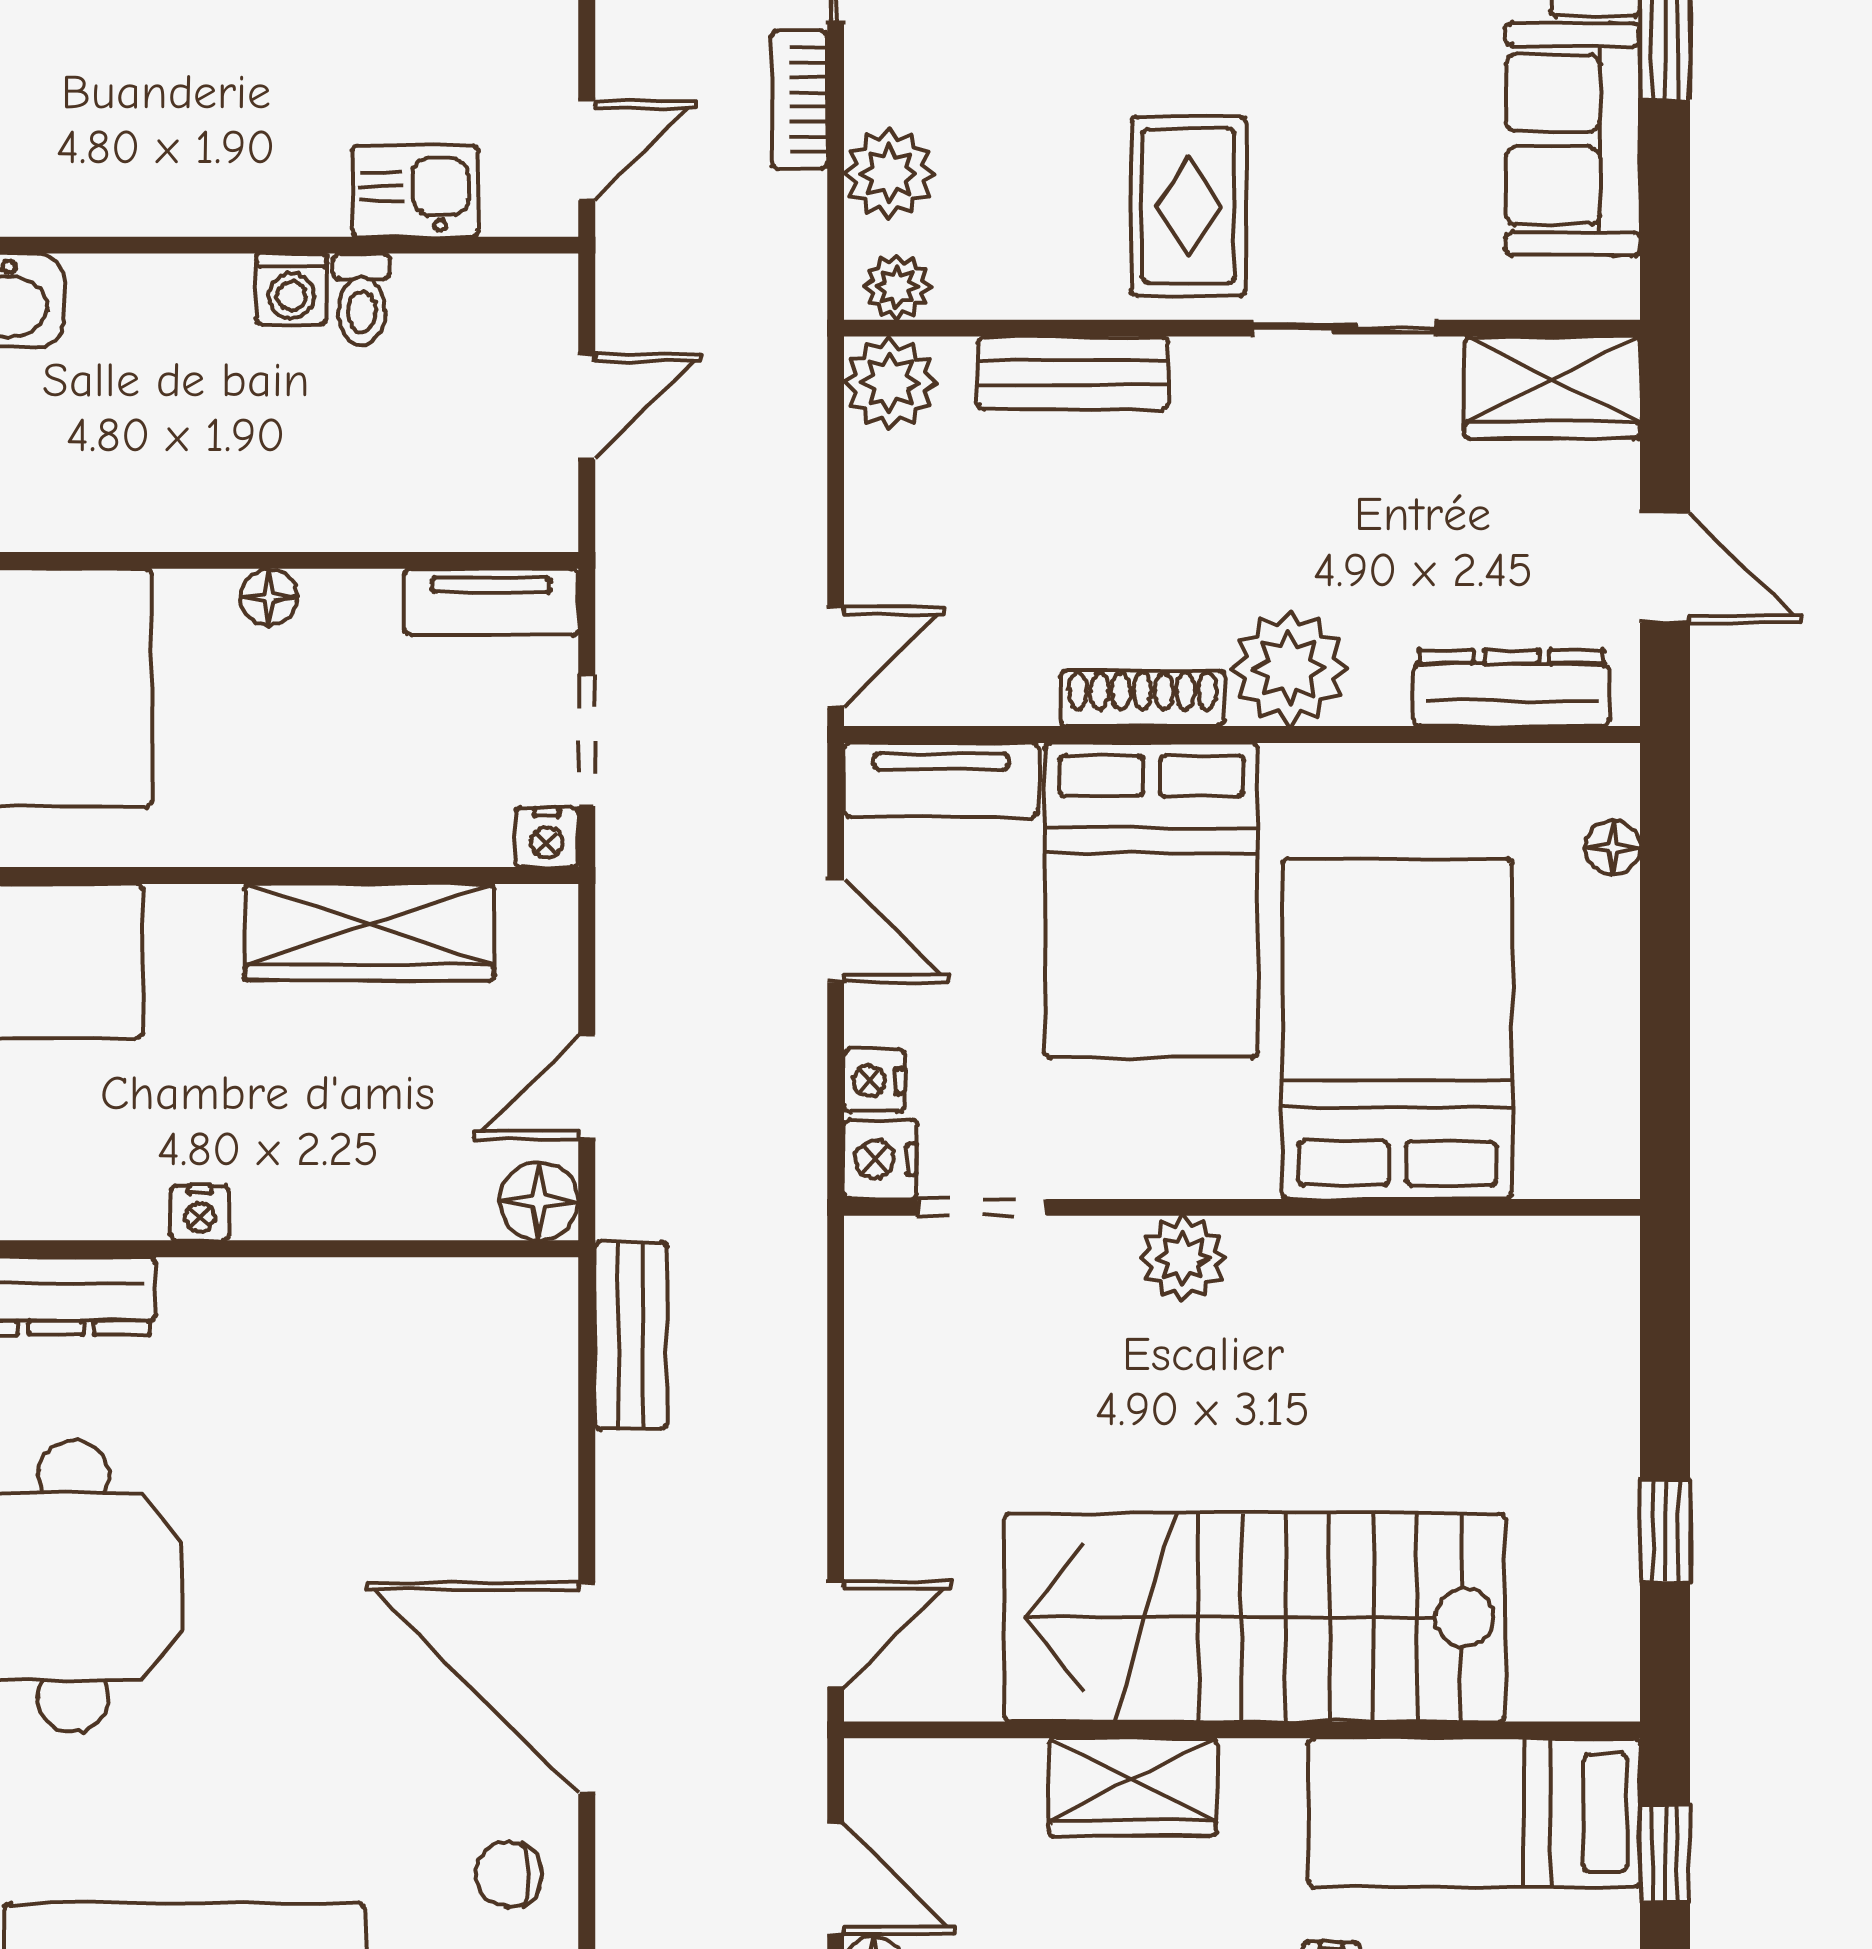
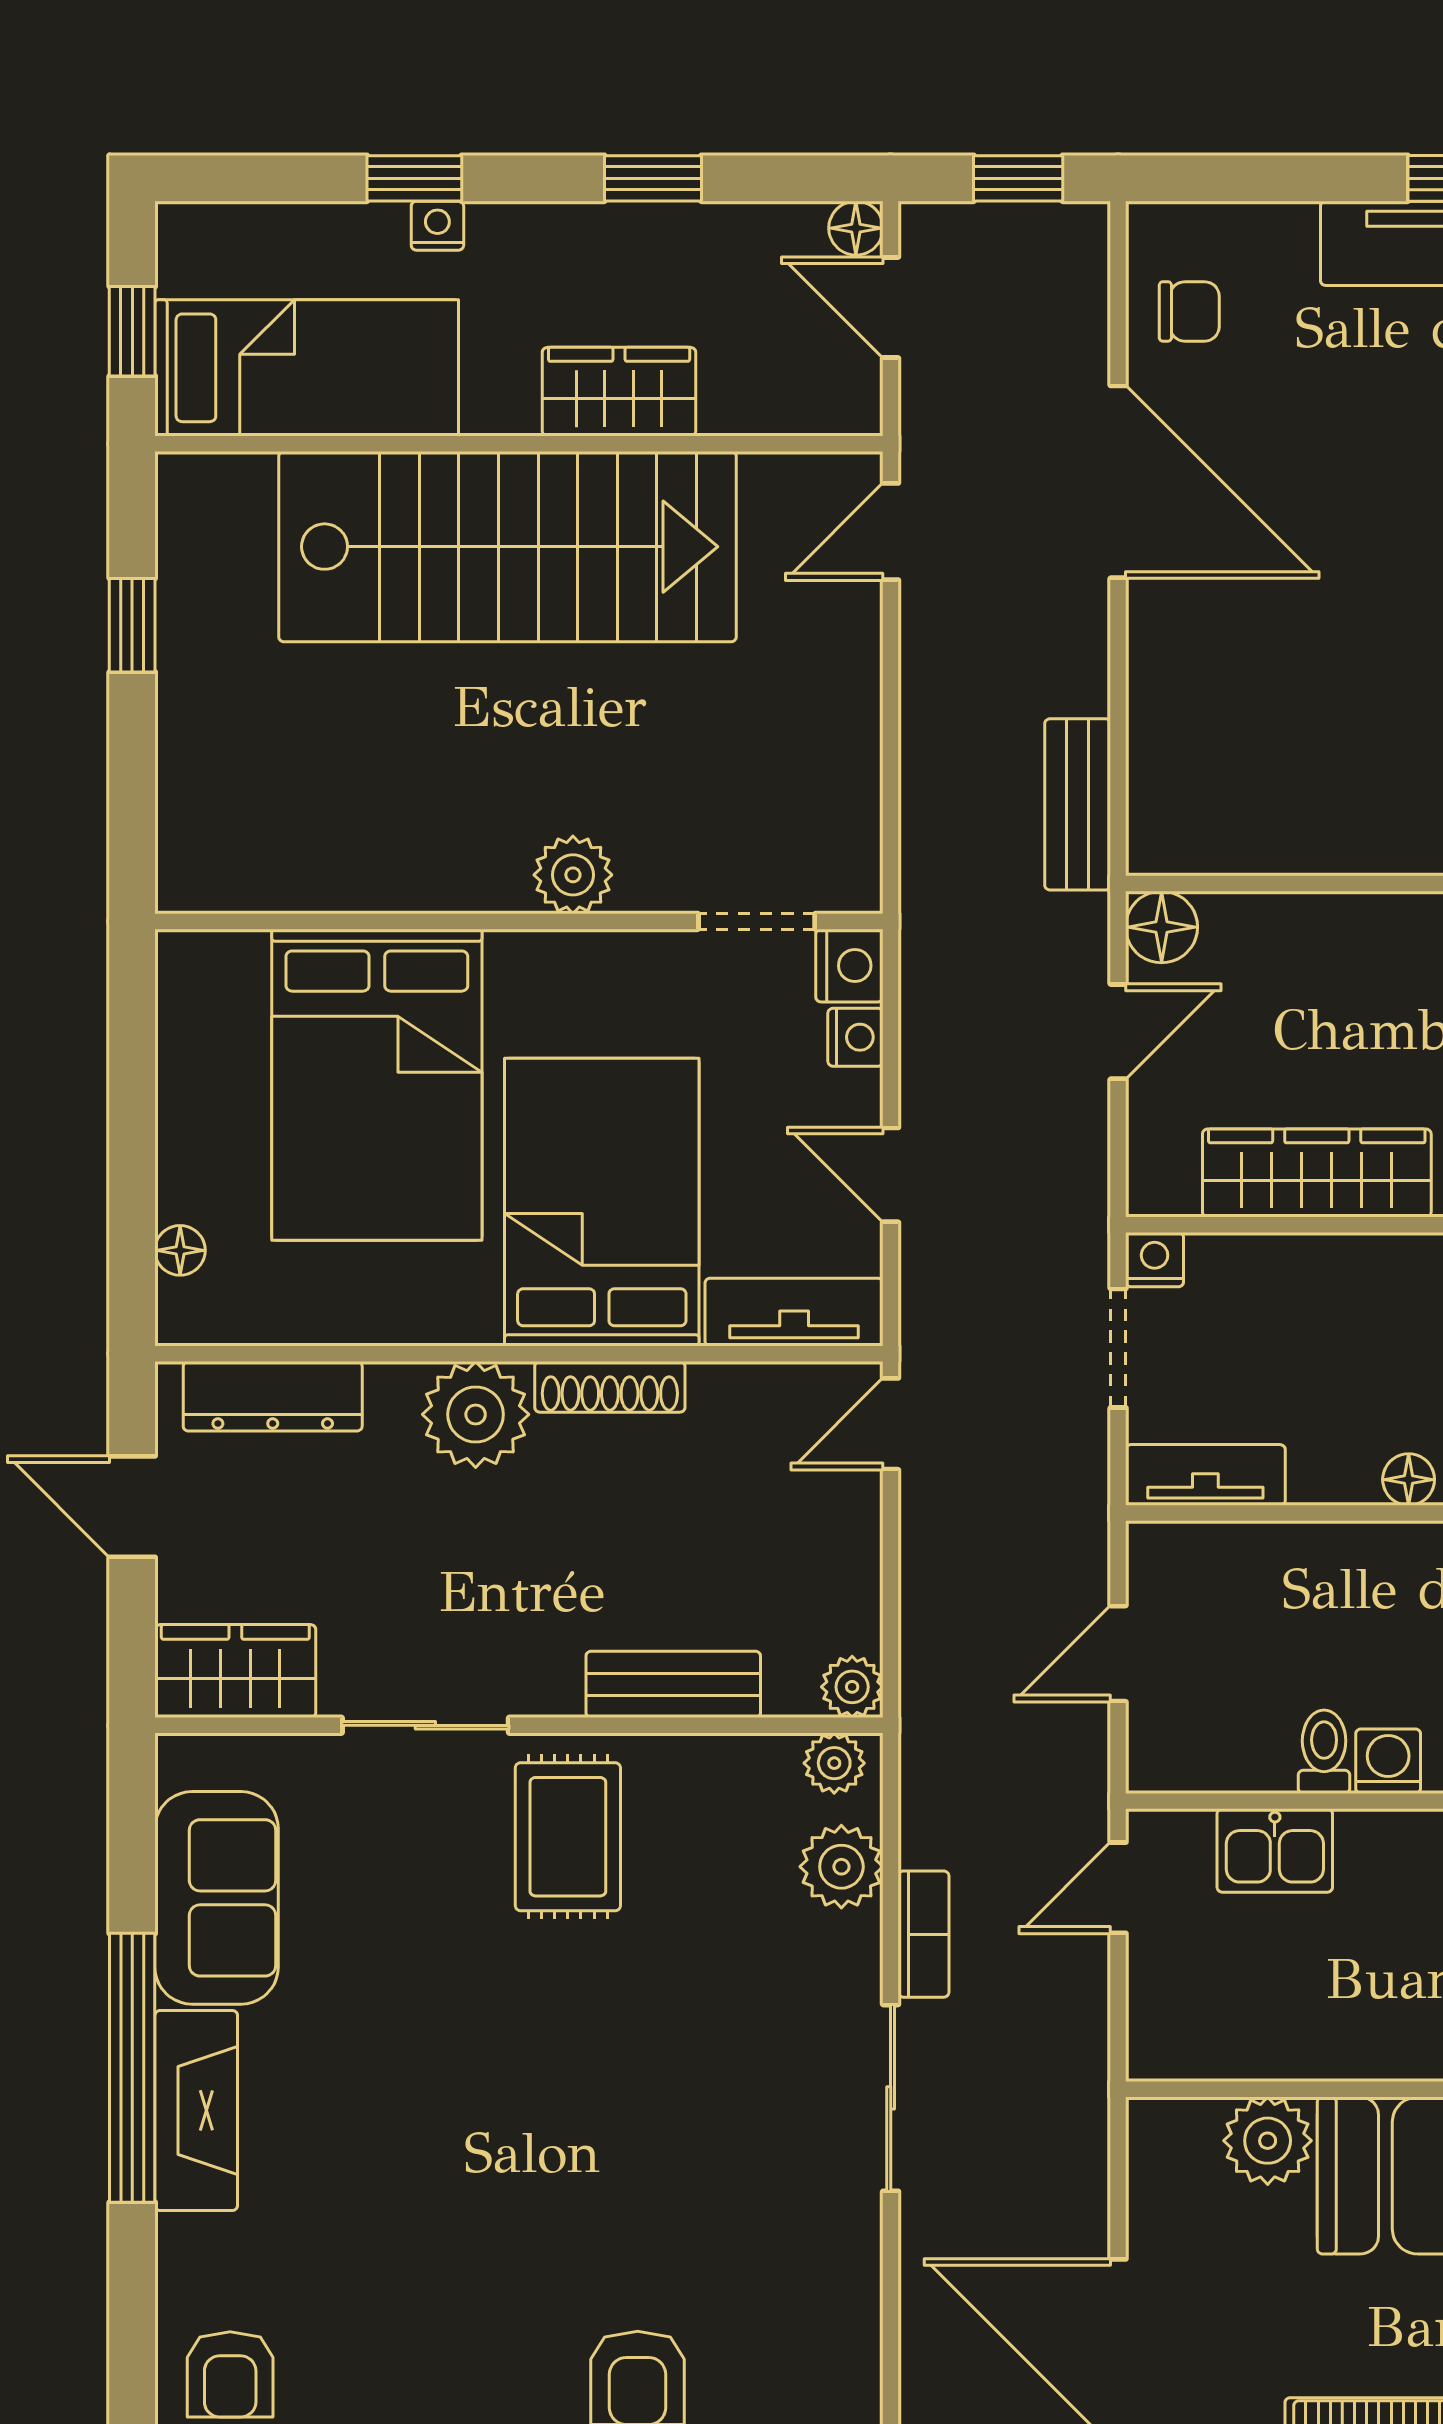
plant: (890, 383) -> (852, 1687), width x0.73, depth x0.73

